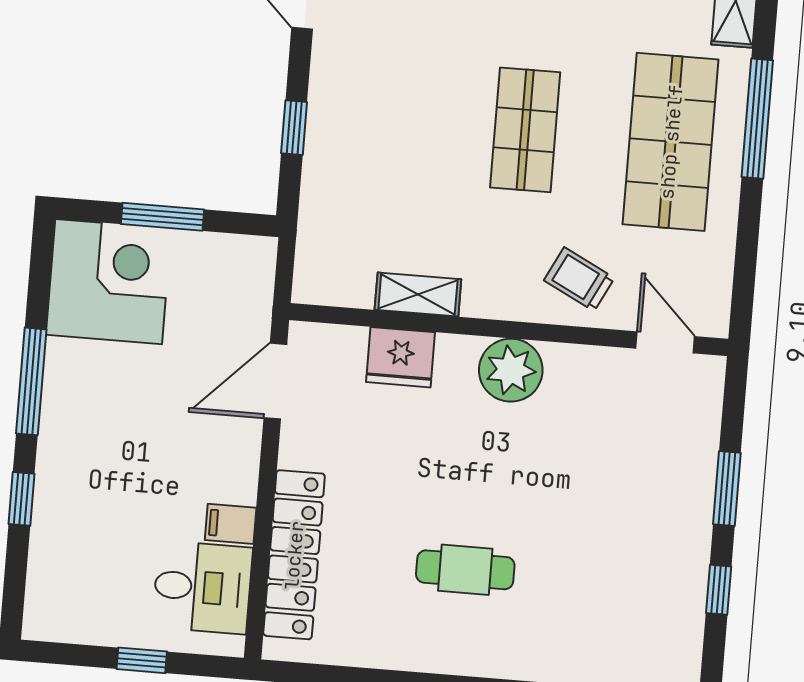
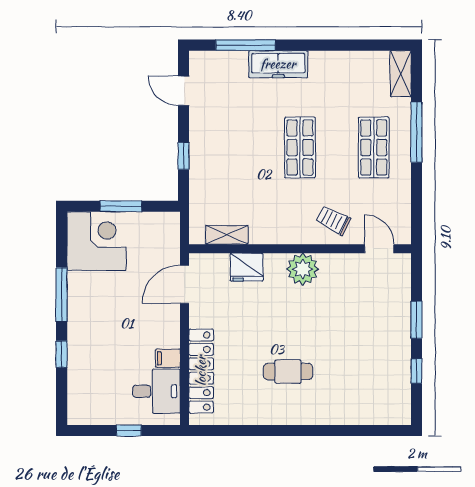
shop shelf: (671, 142) -> (374, 147), width x0.70, depth x0.74
shelving: (418, 295) -> (227, 235), moved

